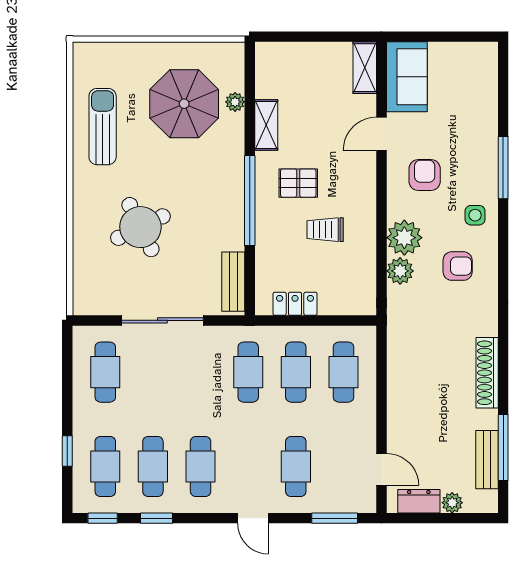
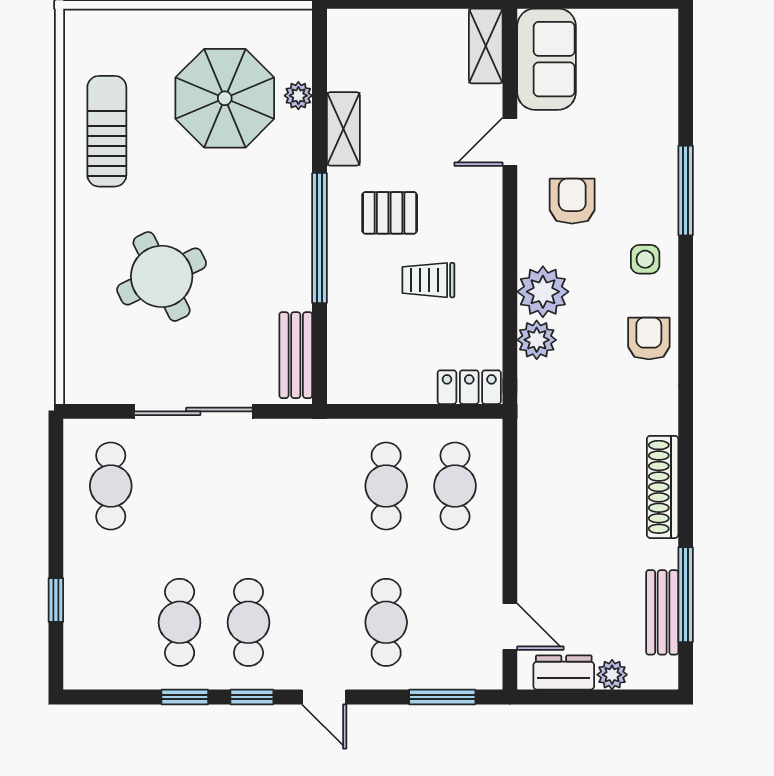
armchair: (458, 266) -> (649, 338), moved, turned -90
locker: (295, 304) -> (469, 387), moved
cafe table: (248, 372) -> (317, 486), removed
cafe table: (105, 466) -> (111, 622), removed
window: (103, 518) -> (252, 697), moved

